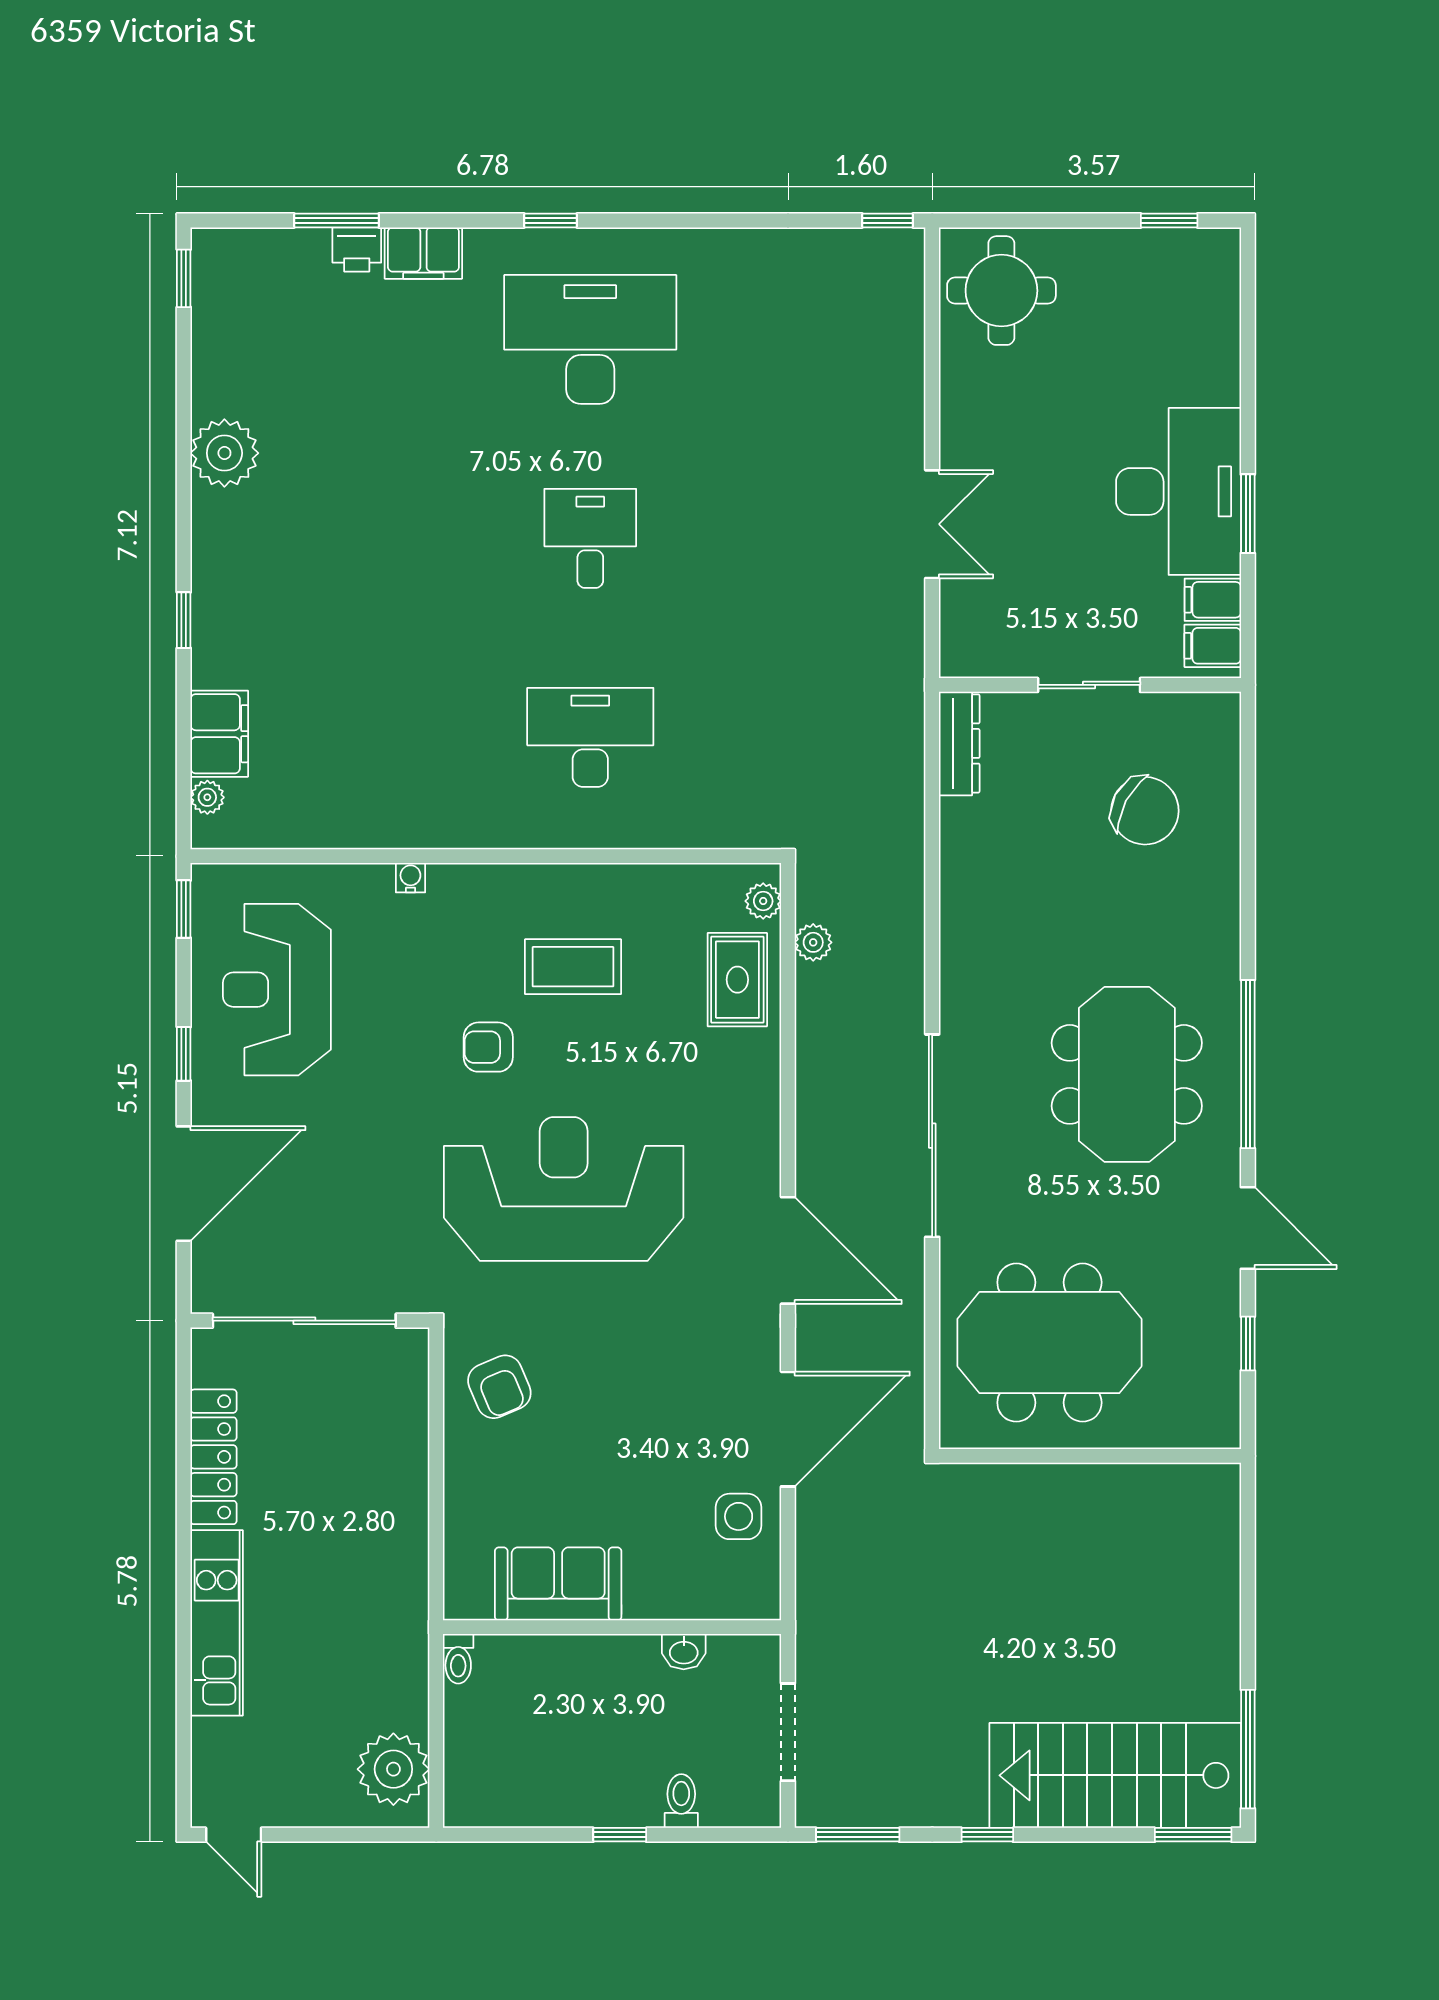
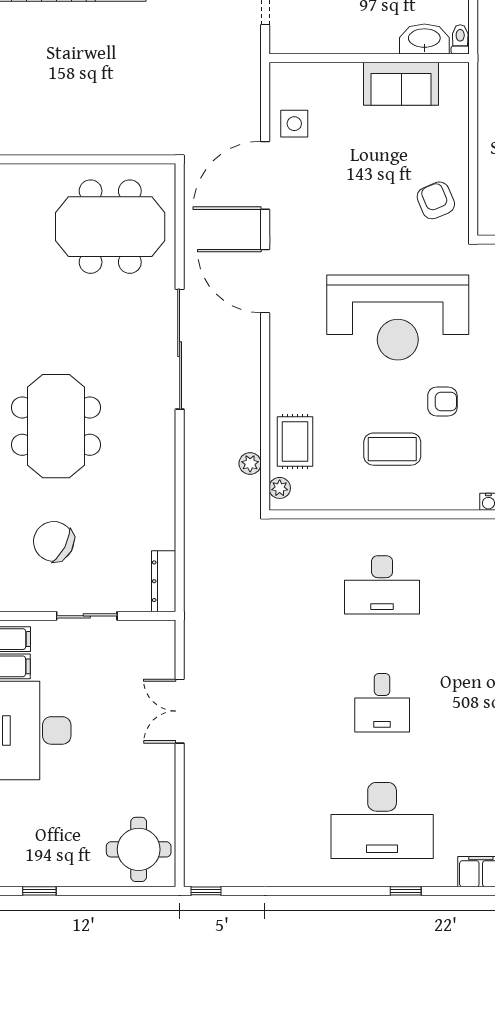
meeting table: (1127, 1074) -> (56, 426), moved
washbasin: (684, 1652) -> (424, 39), moved, width x1.91, depth x1.45

